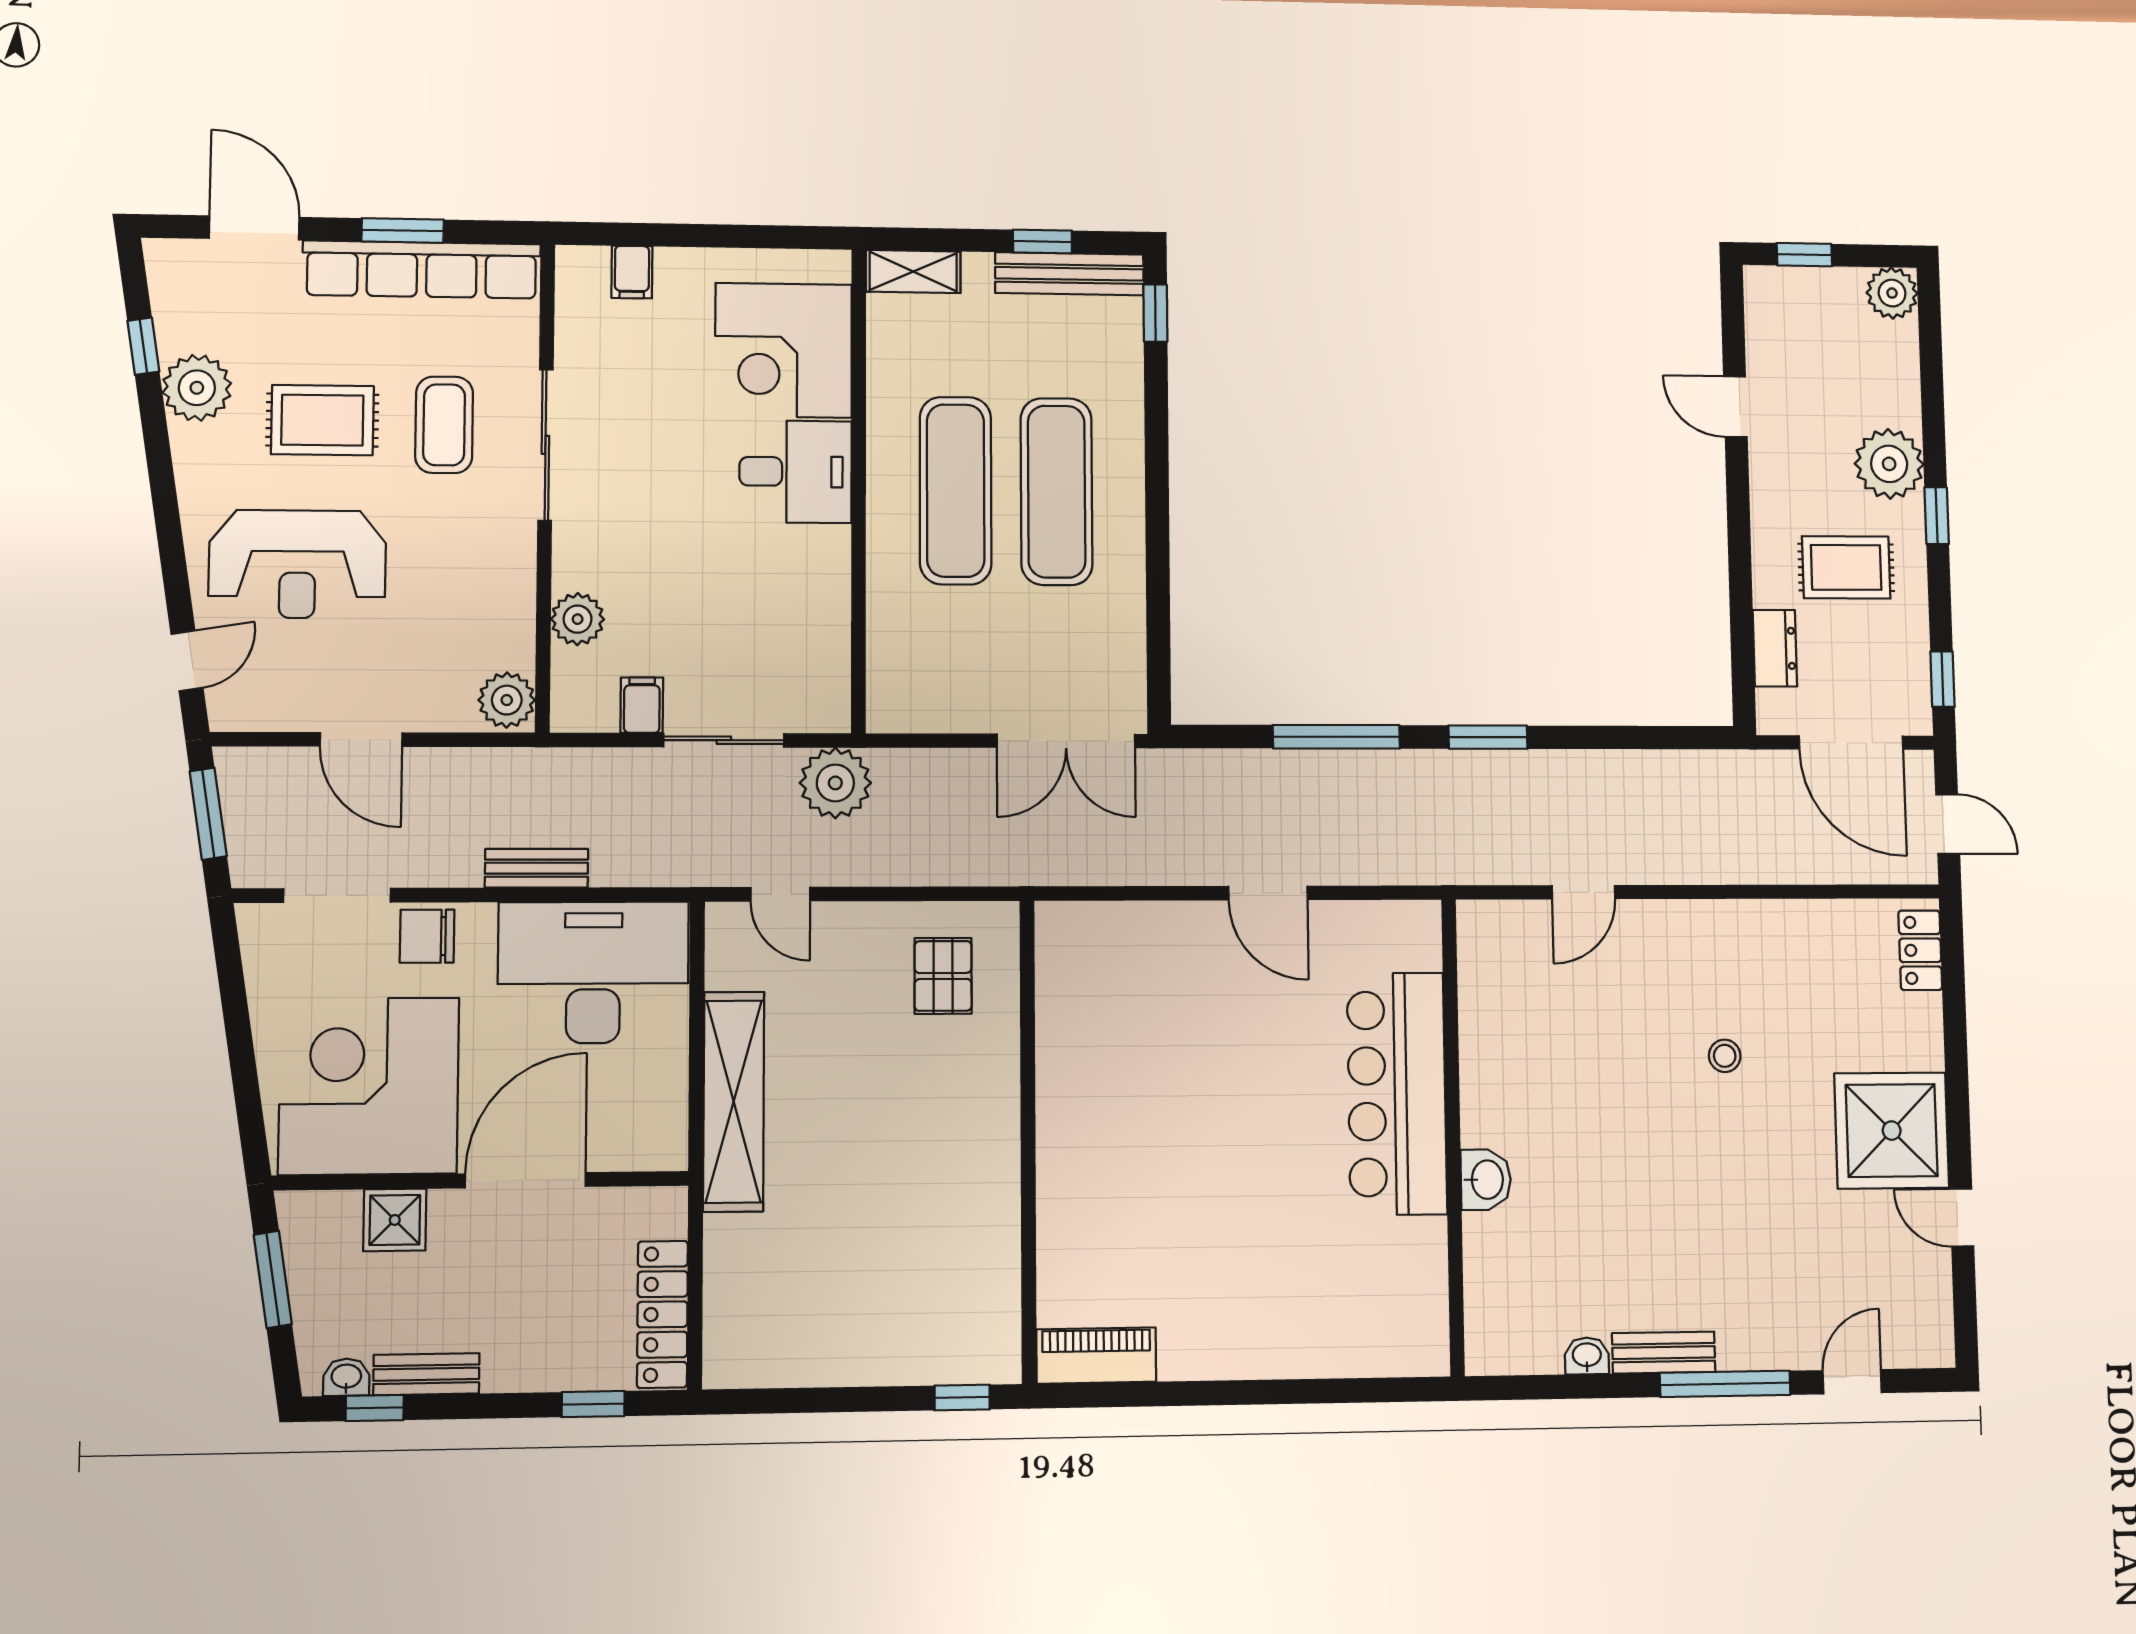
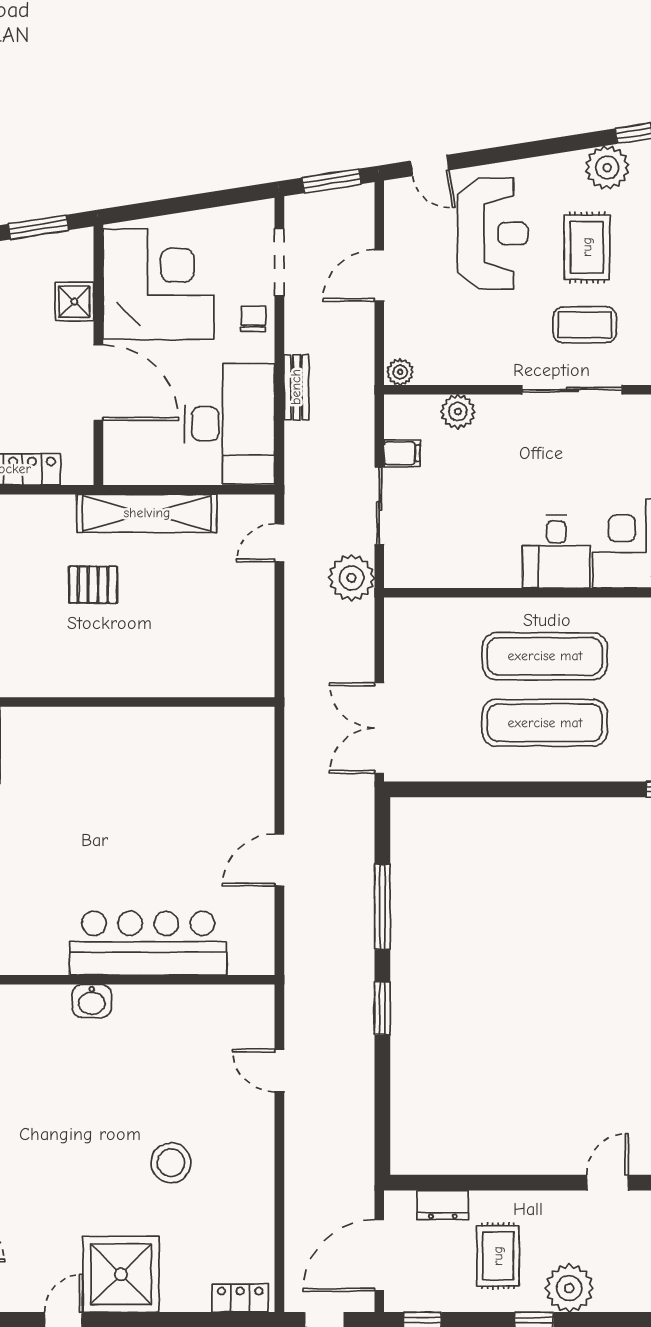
reception desk: (297, 564) -> (493, 233), turned 180
plant: (507, 700) -> (400, 372), width x0.73, depth x0.73
chair: (427, 936) -> (253, 319), width x0.73, depth x0.73
pallet: (943, 976) -> (93, 585), moved
stool: (1725, 1056) -> (171, 1163), width x1.89, depth x1.89

